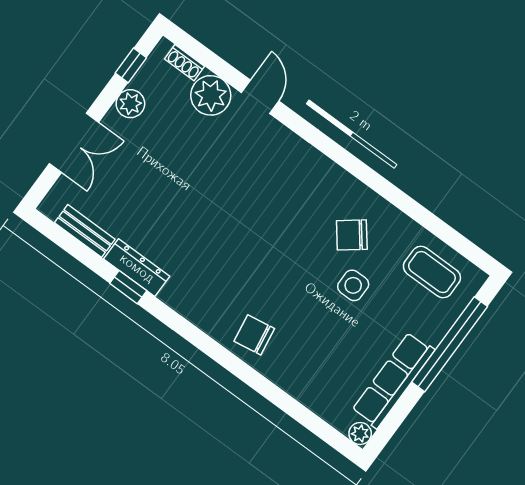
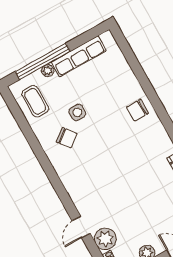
chair: (254, 335) -> (138, 110), turned 99
plant: (360, 434) -> (48, 71), moved

